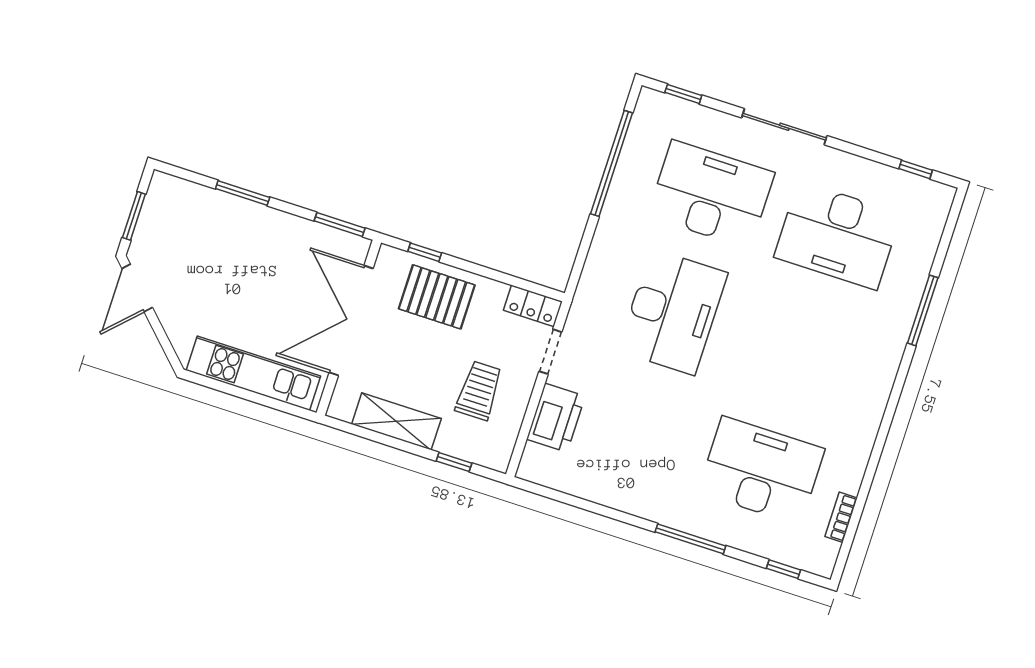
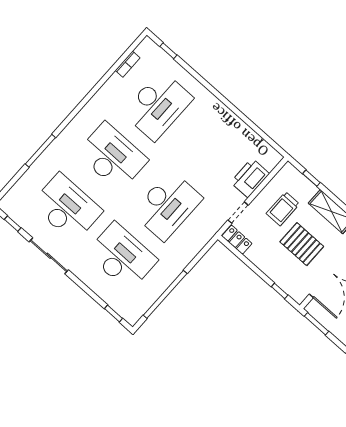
sliding door: (784, 127) -> (49, 256), moved
desk: (711, 194) -> (122, 257), turned 180
pallet: (437, 297) -> (302, 244), moved
desk: (673, 312) -> (167, 206), turned 180
desk: (799, 353) -> (112, 157), added
desk: (761, 471) -> (158, 106), turned -90
window: (690, 539) -> (209, 87), removed

